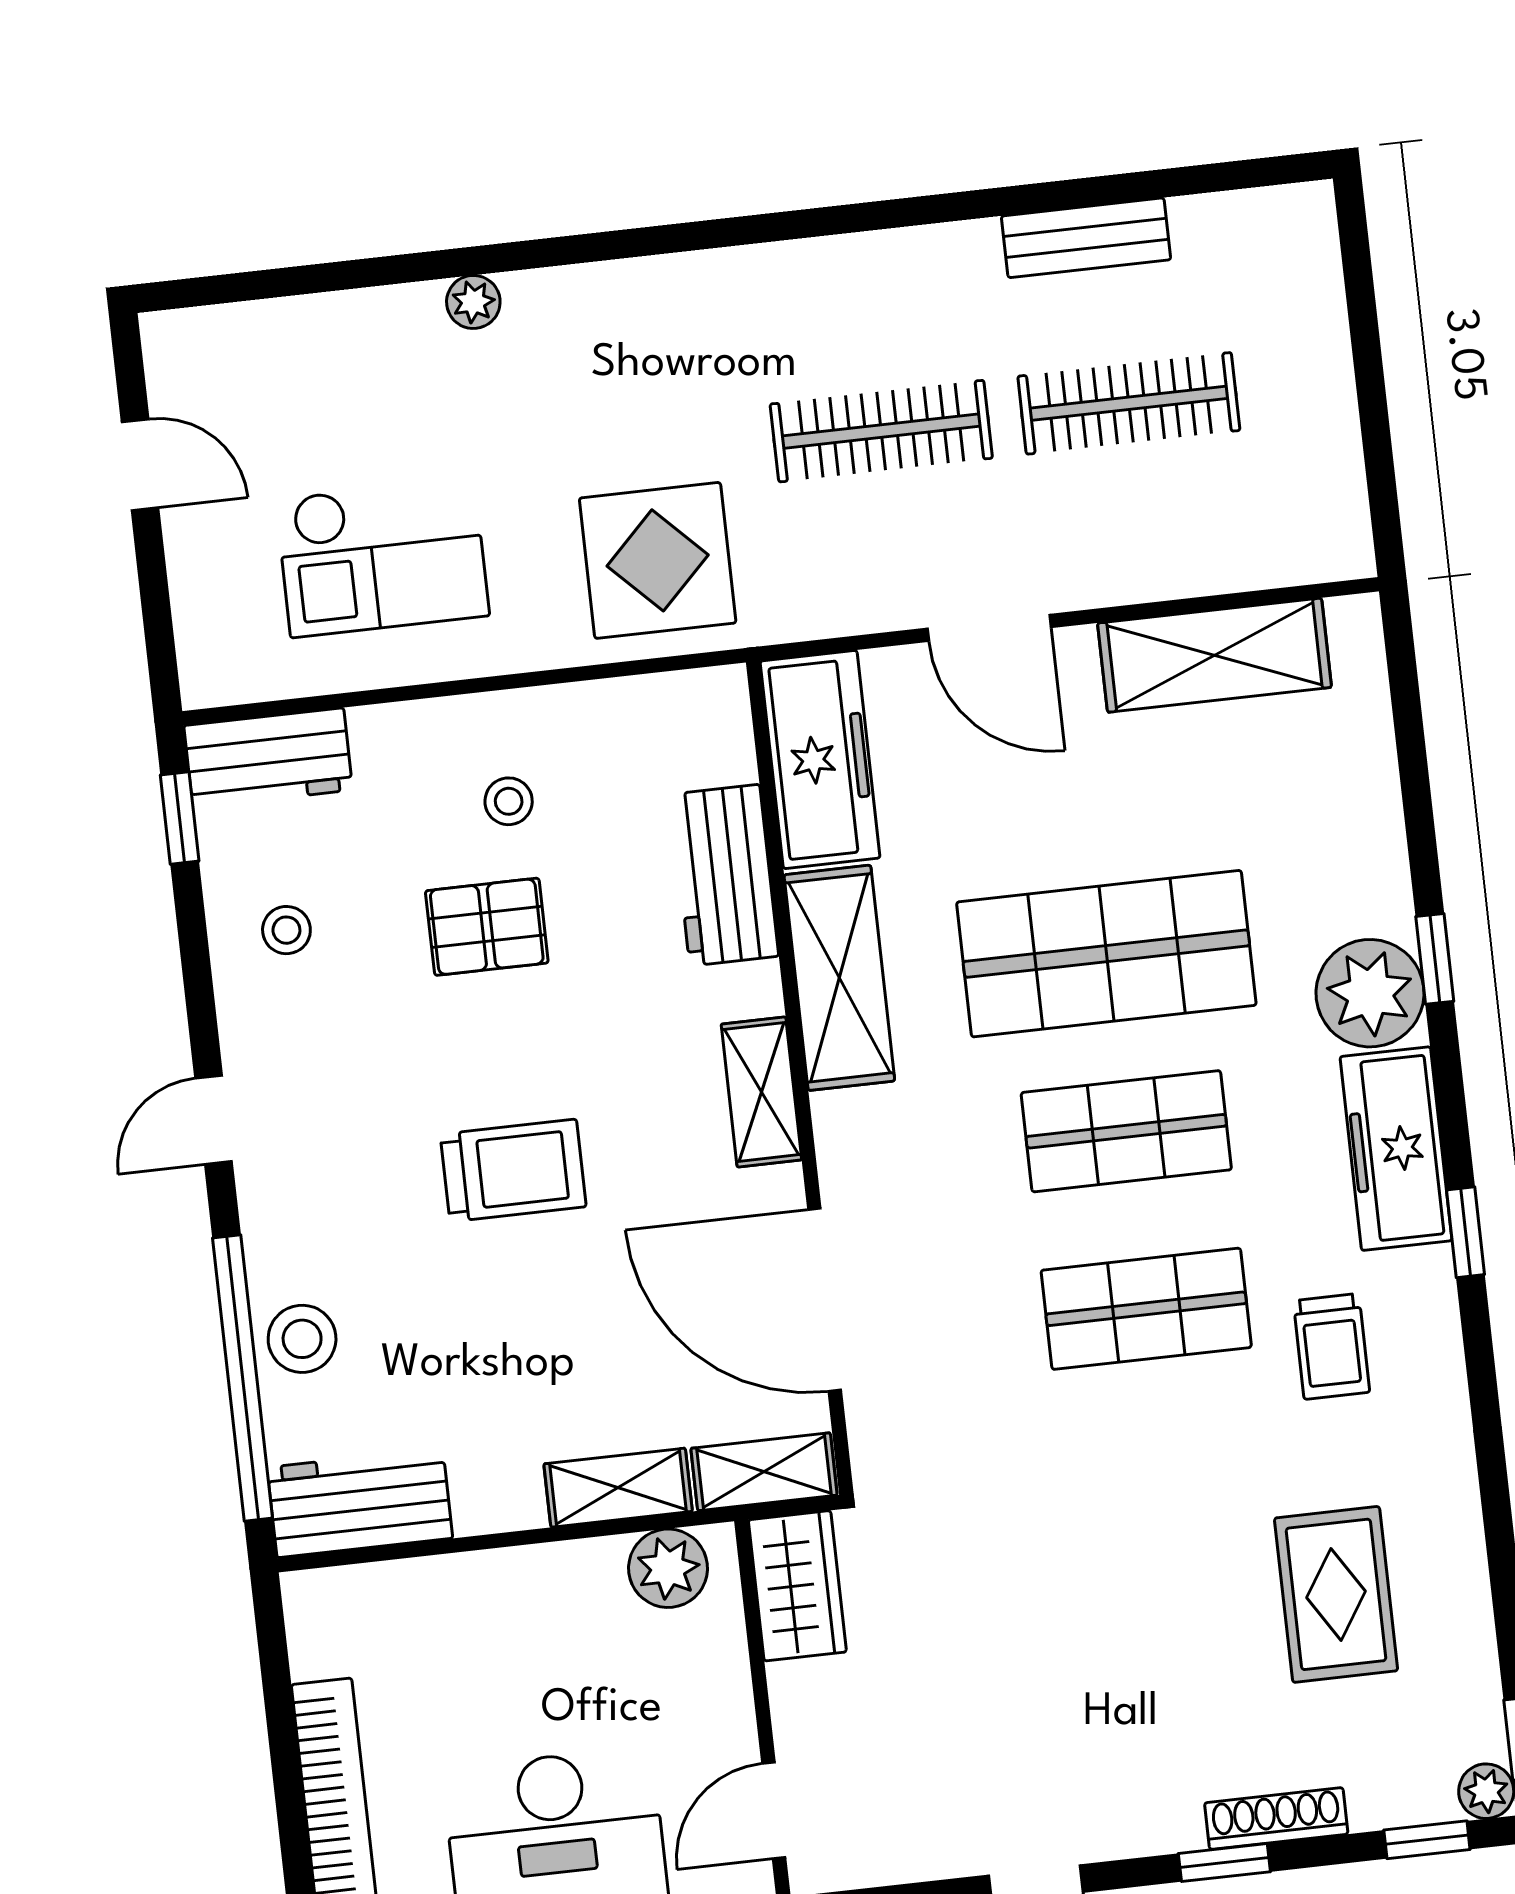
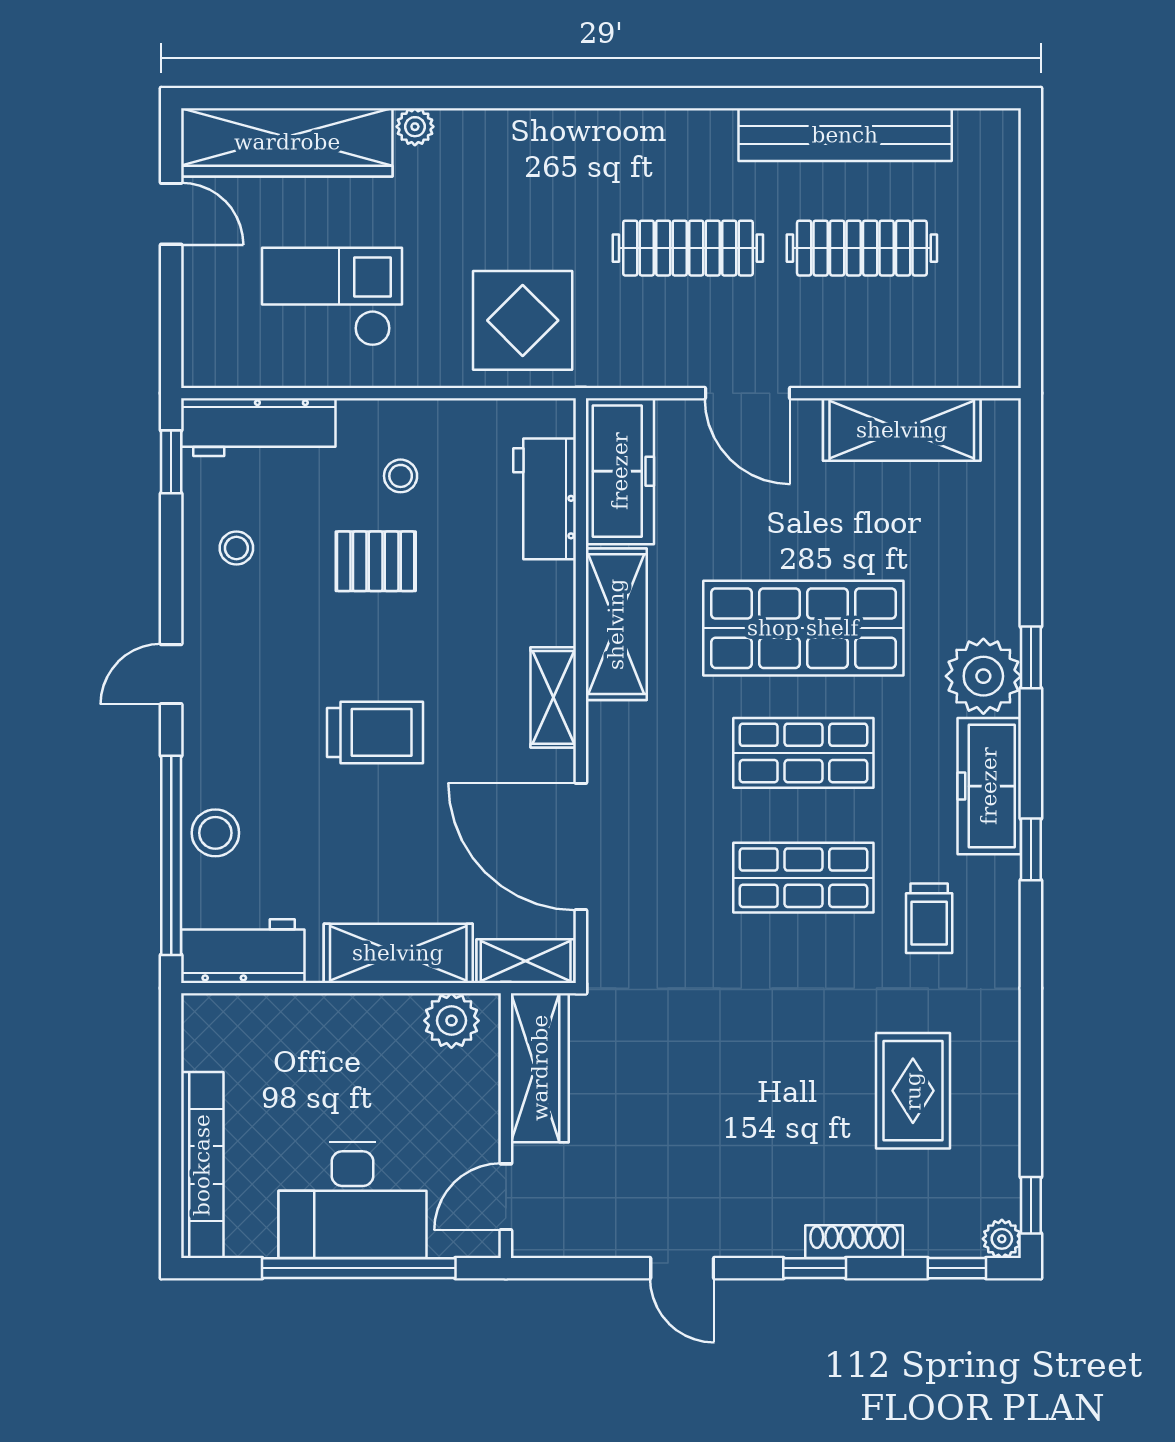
bench: (1086, 238) -> (845, 135), width x1.86, depth x1.21
wardrobe: (293, 345) -> (287, 142), added
checkout: (382, 557) -> (332, 297), turned 180
workbench: (268, 758) -> (258, 427), width x1.37
workbench: (725, 875) -> (545, 499), moved
shelving: (618, 1488) -> (398, 953), width x1.50, depth x1.33
wardrobe: (797, 1586) -> (540, 1068), width x1.50

